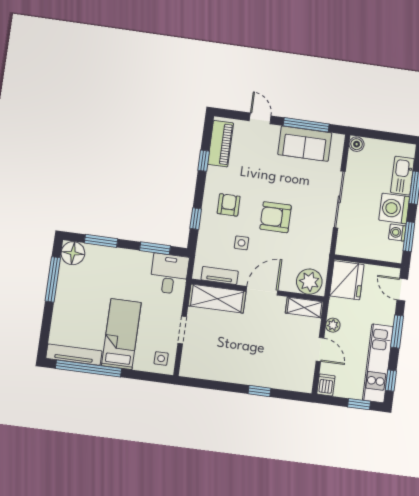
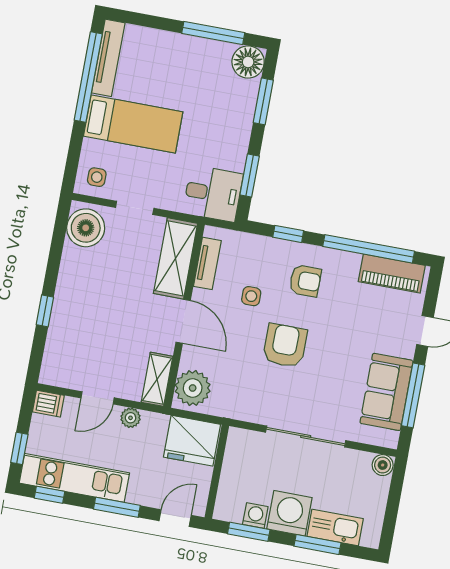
window: (204, 161) -> (369, 249), width x3.17
boiler: (198, 365) -> (86, 228), added

